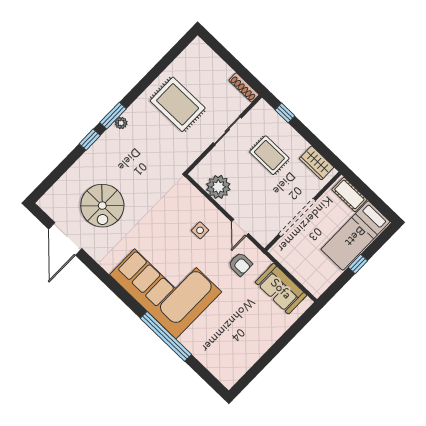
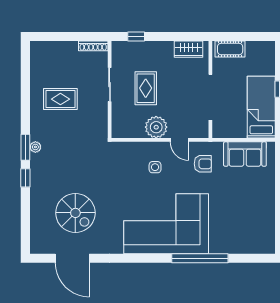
rug: (178, 104) -> (60, 99), width x0.73, depth x0.70
rug: (269, 155) -> (146, 88), moved, turned 90
plant: (218, 187) -> (156, 127), moved
bed: (355, 236) -> (261, 107), moved, turned 180

